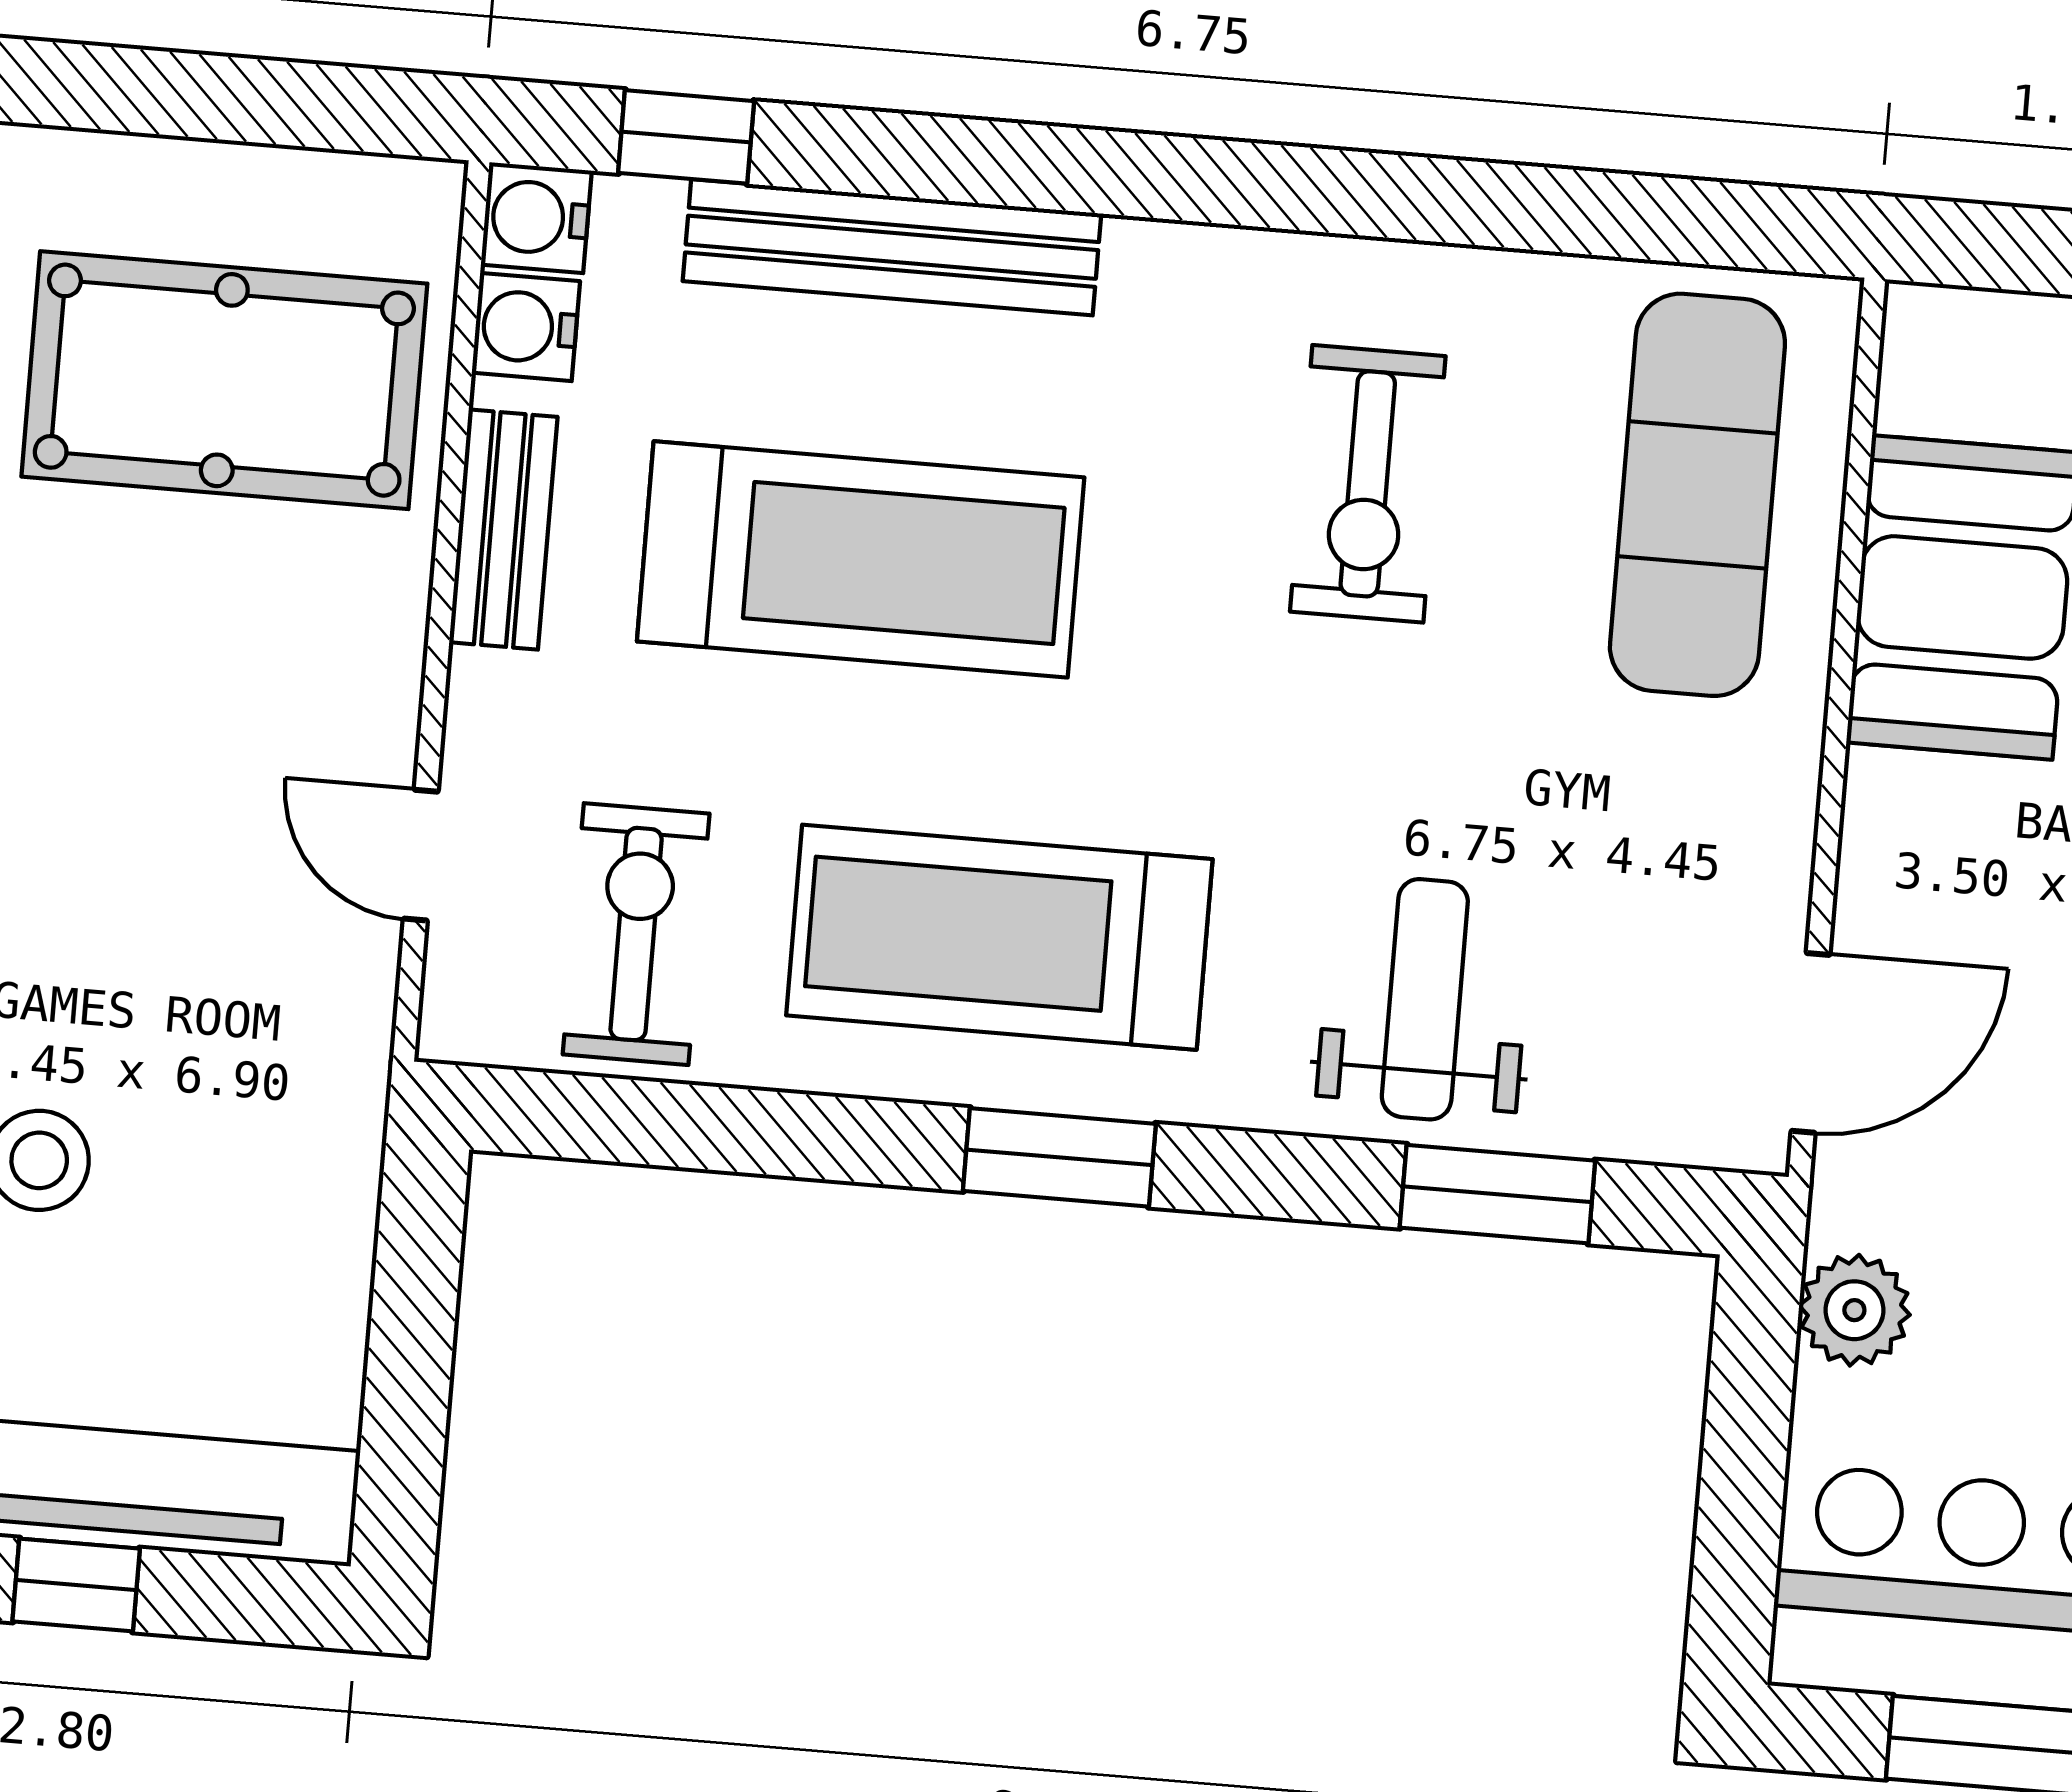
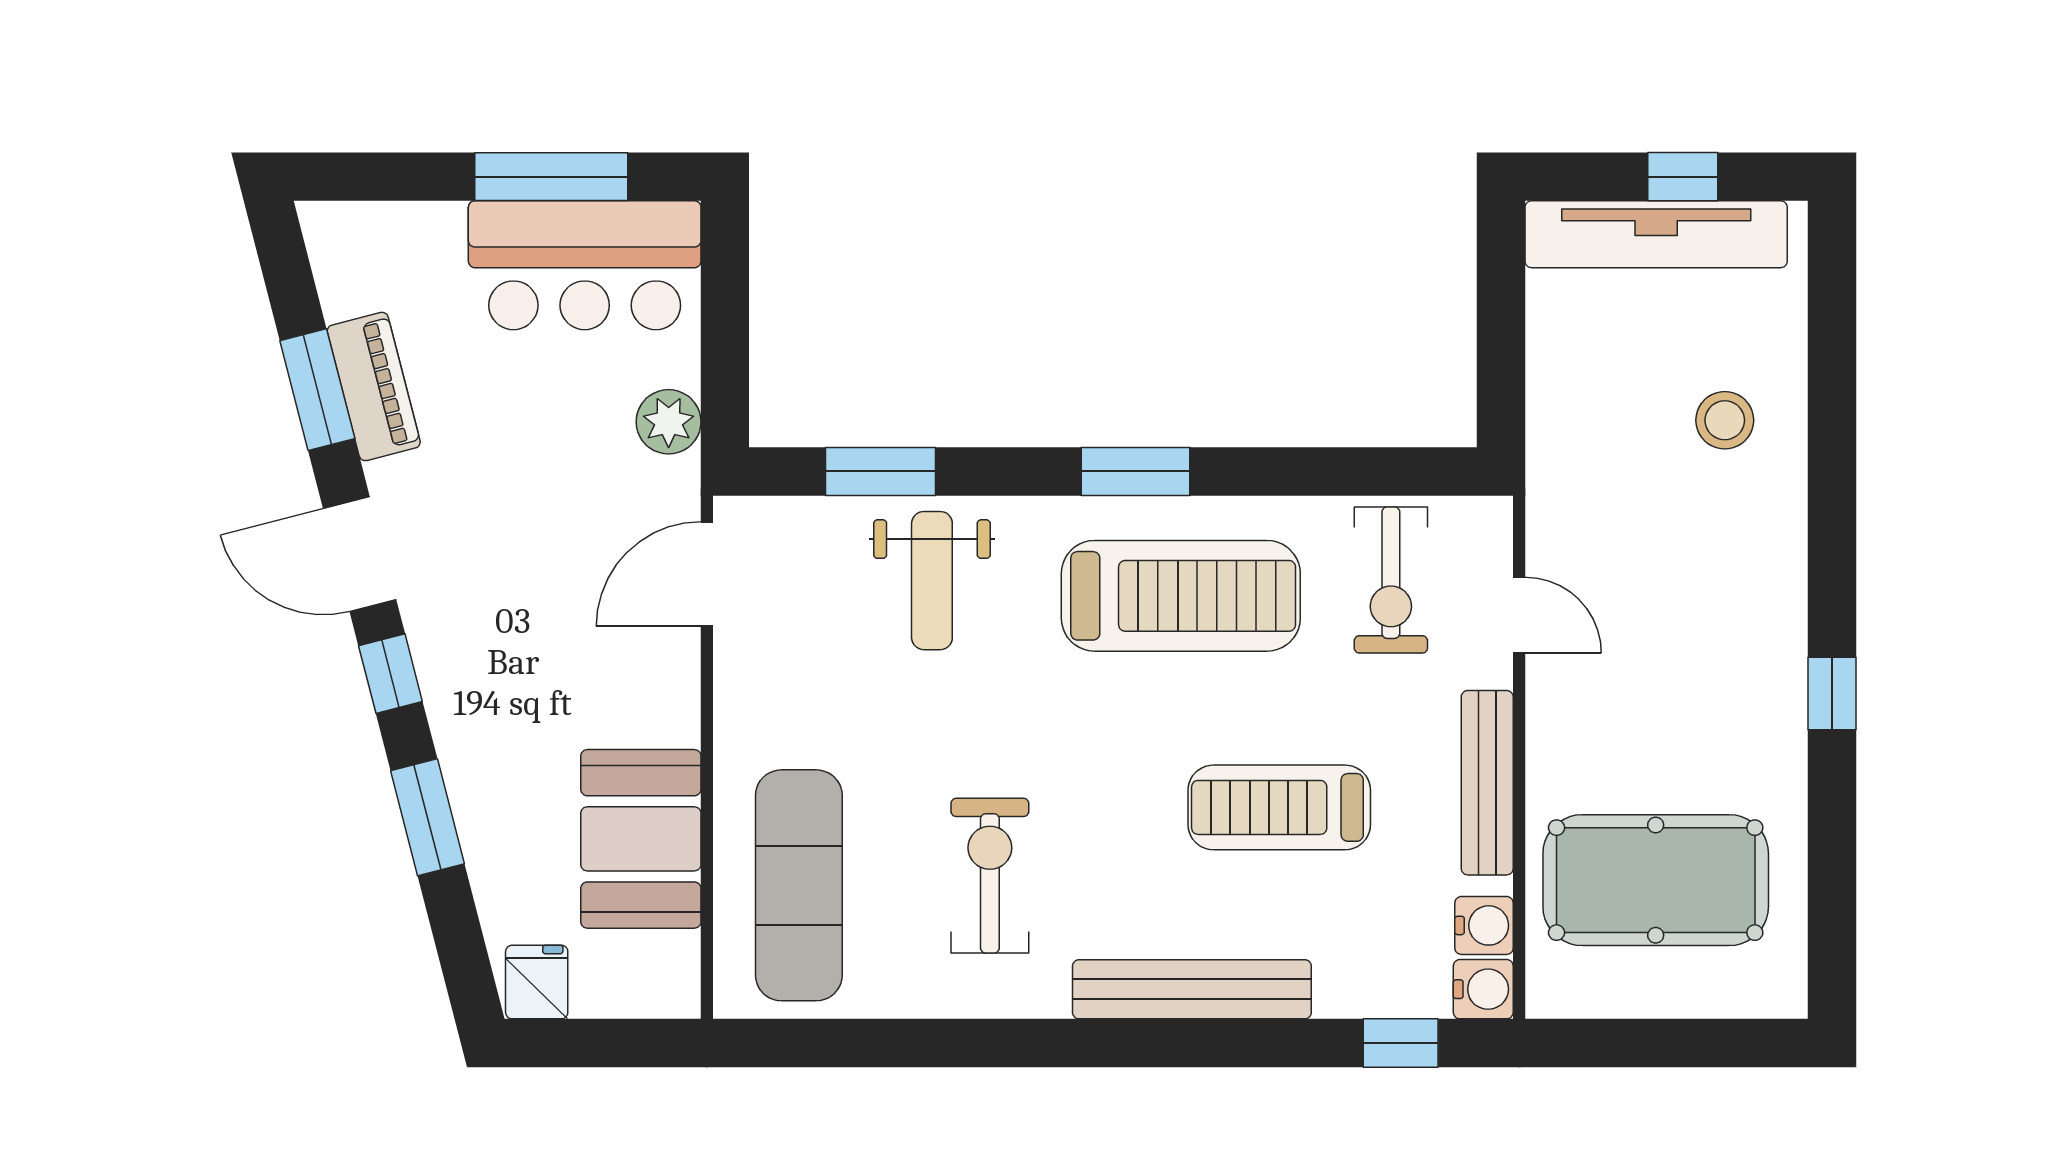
bench: (892, 247) -> (1192, 989), moved
bench: (503, 530) -> (1487, 783), width x1.36
treadmill: (861, 559) -> (1279, 807), width x0.73, depth x0.73

